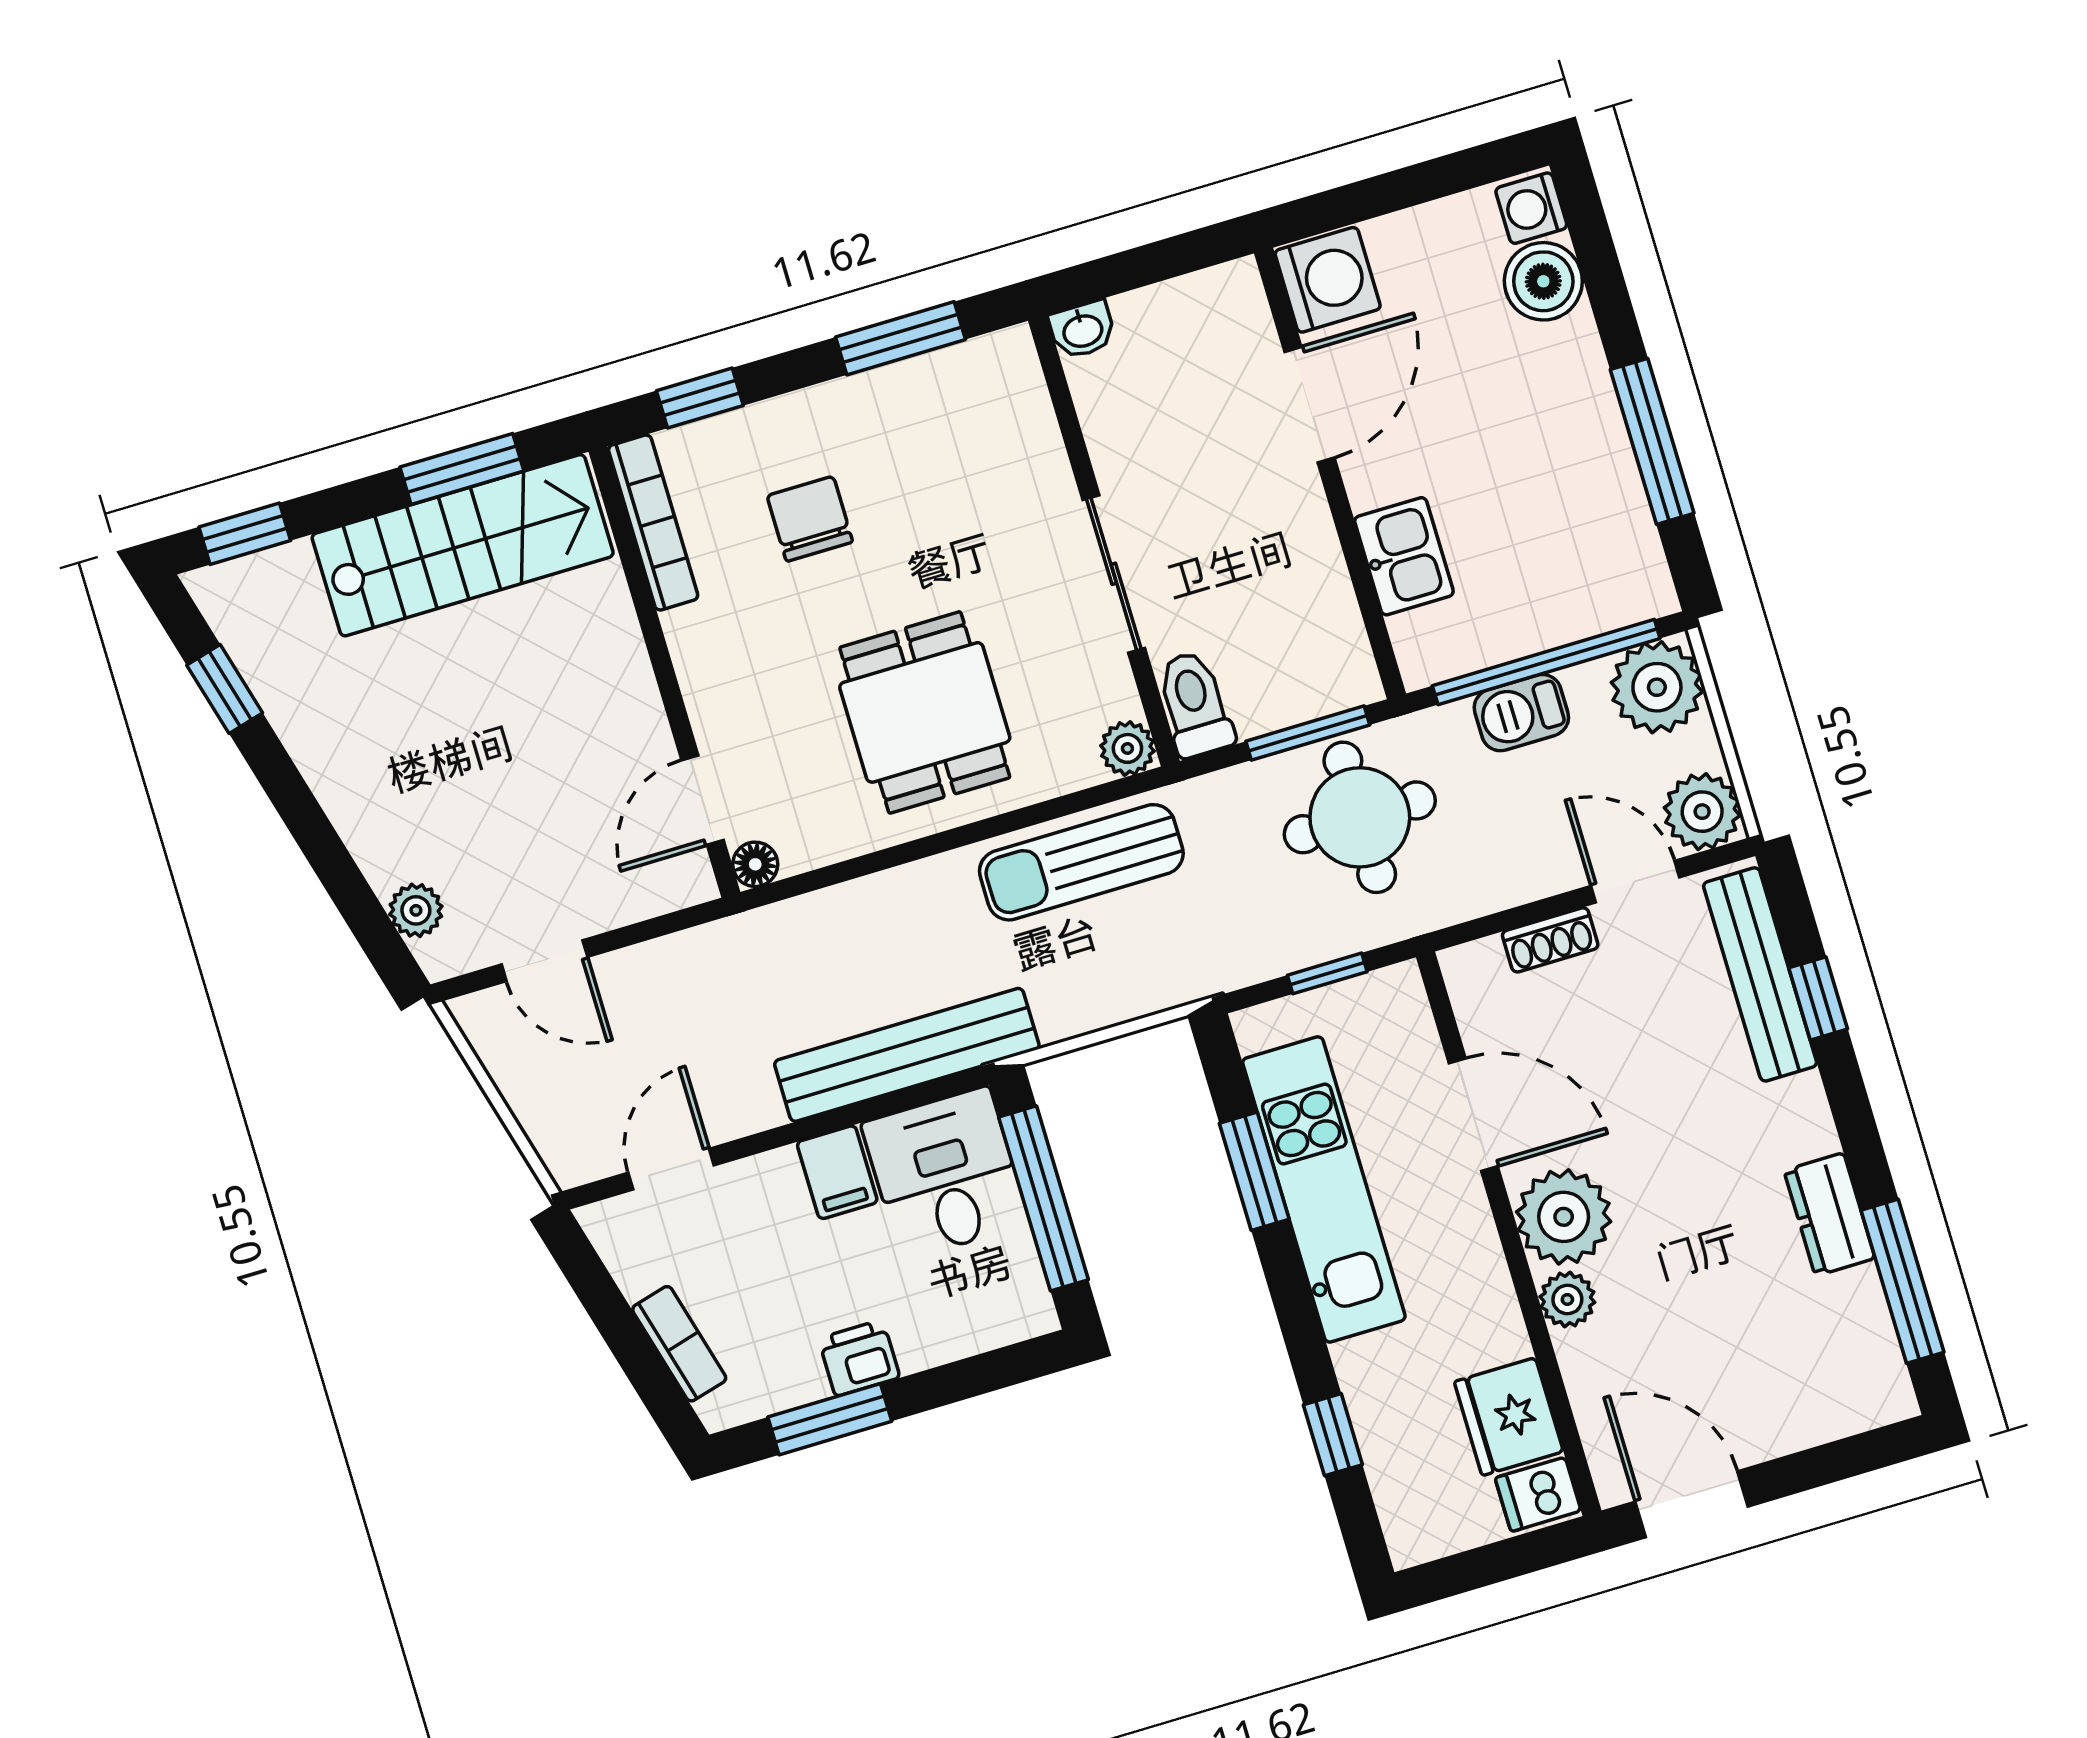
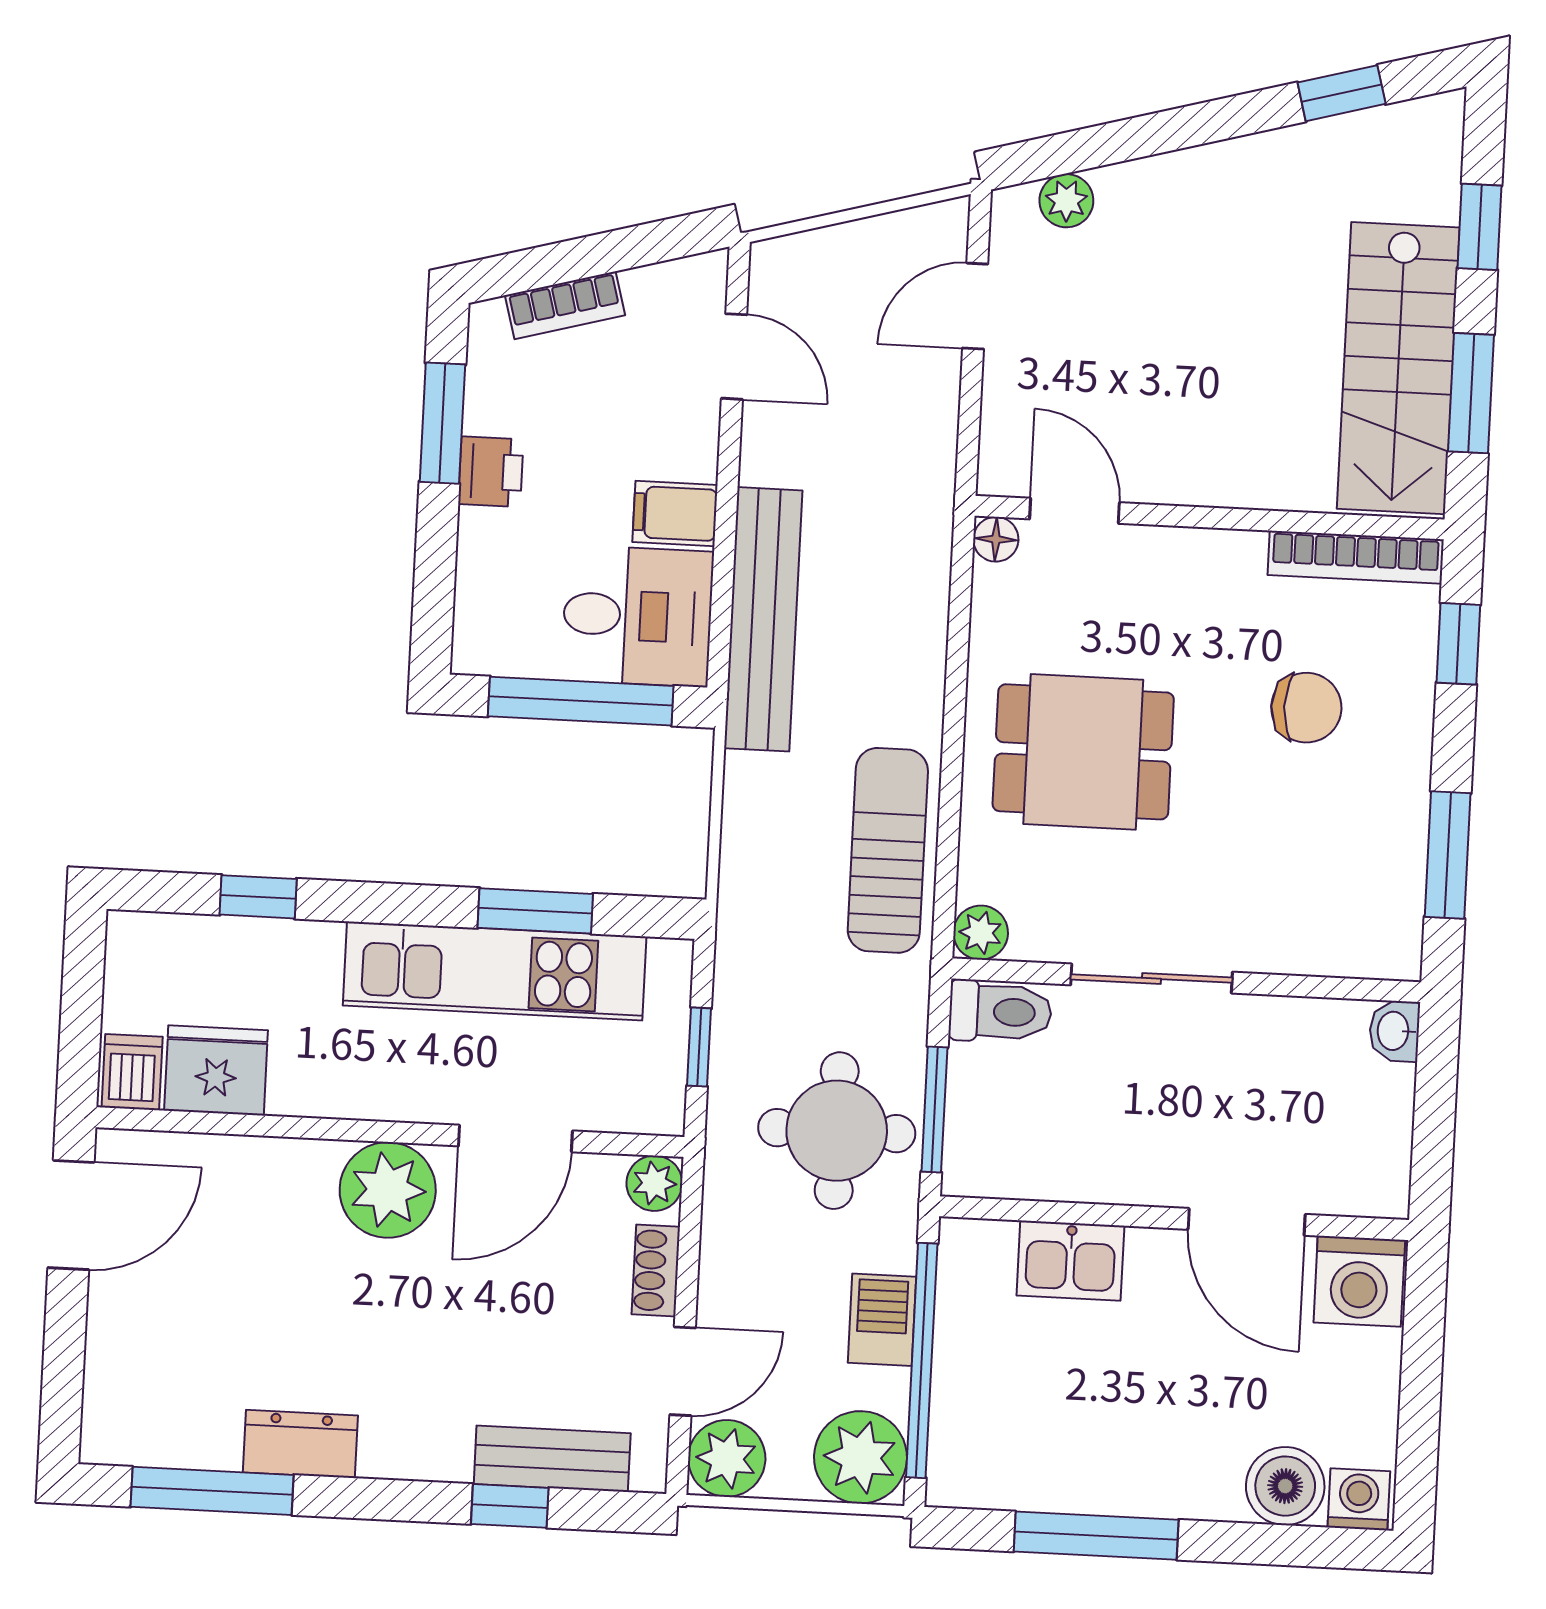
window: (245, 534) -> (1479, 227), moved
bench: (1760, 974) -> (552, 1459), width x0.73
plant: (1567, 1299) -> (654, 1183), moved

